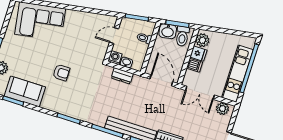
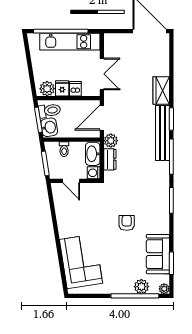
washbasin: (126, 62) -> (93, 154), width x1.91, depth x1.45
plant: (222, 109) -> (111, 141), moved

